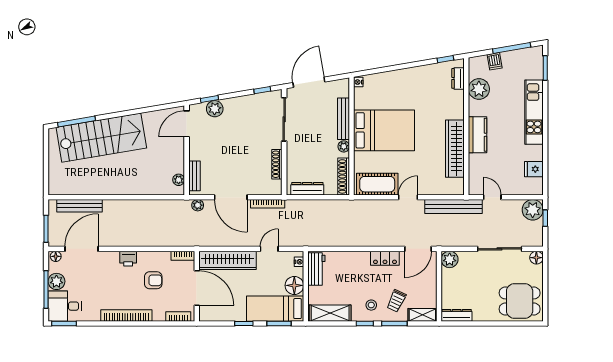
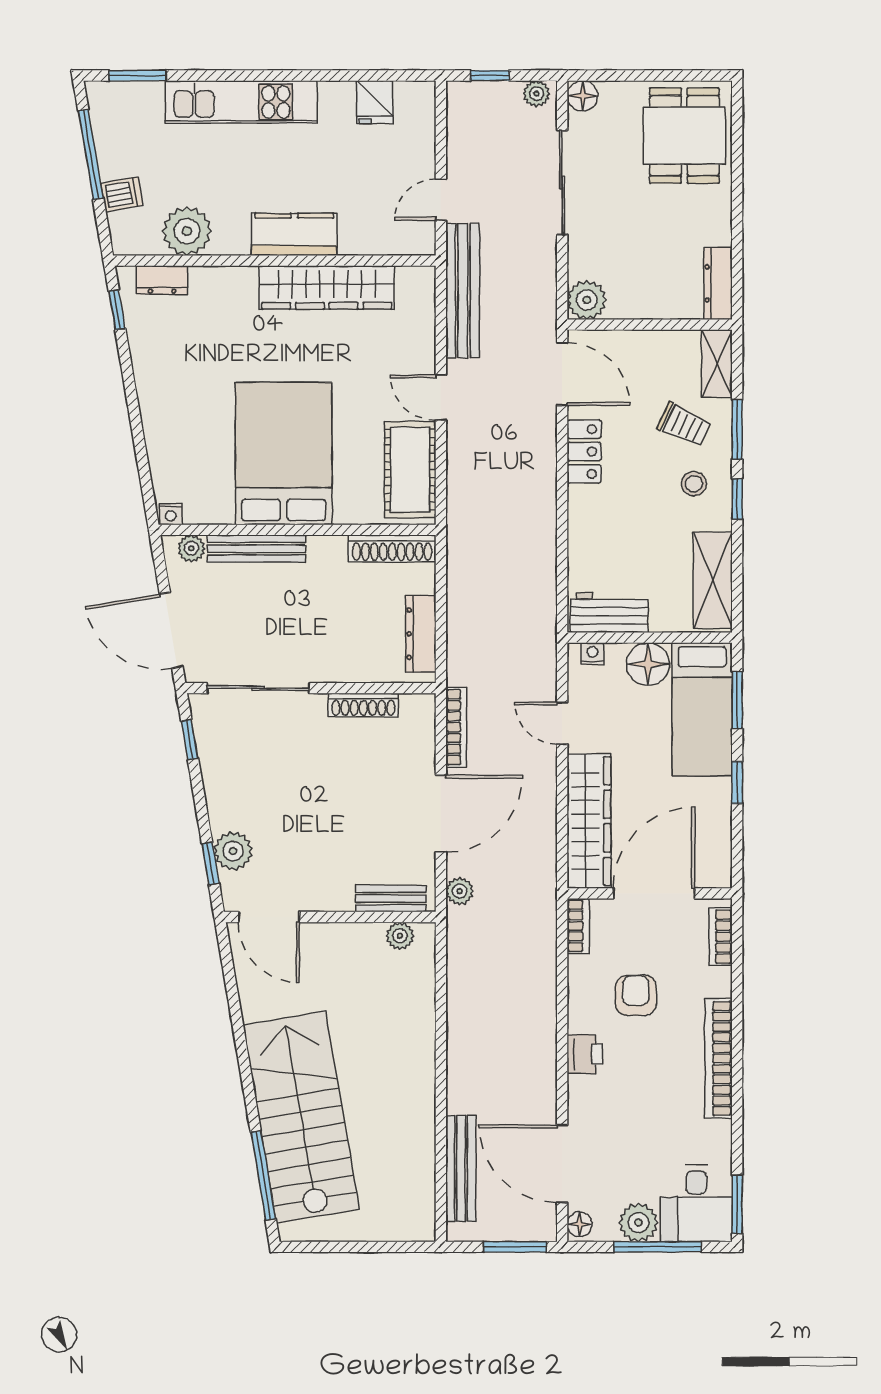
plant: (344, 146) -> (191, 548), moved
plant: (533, 210) -> (536, 94), moved, width x0.53, depth x0.53

